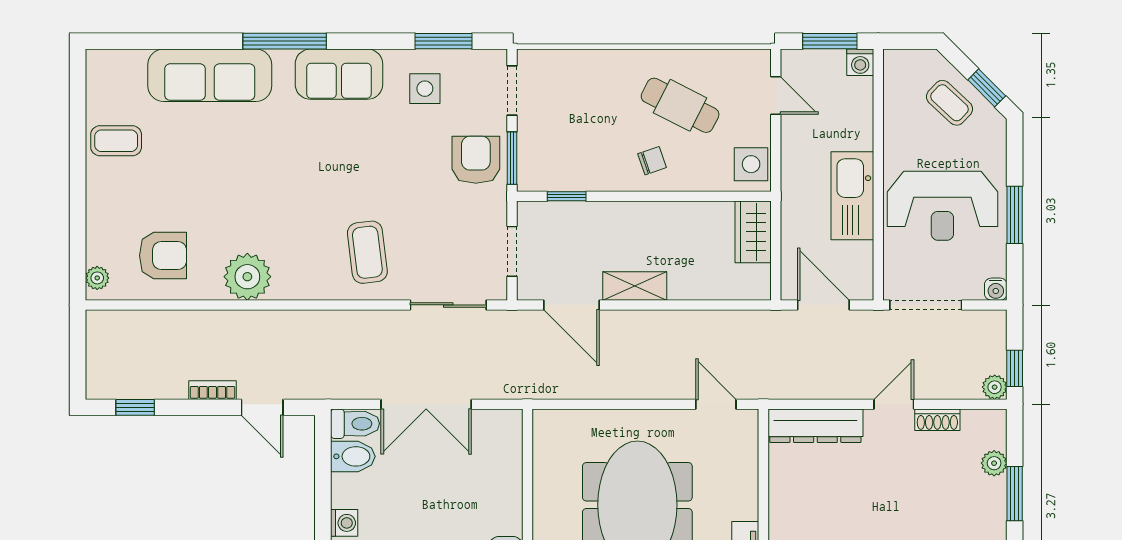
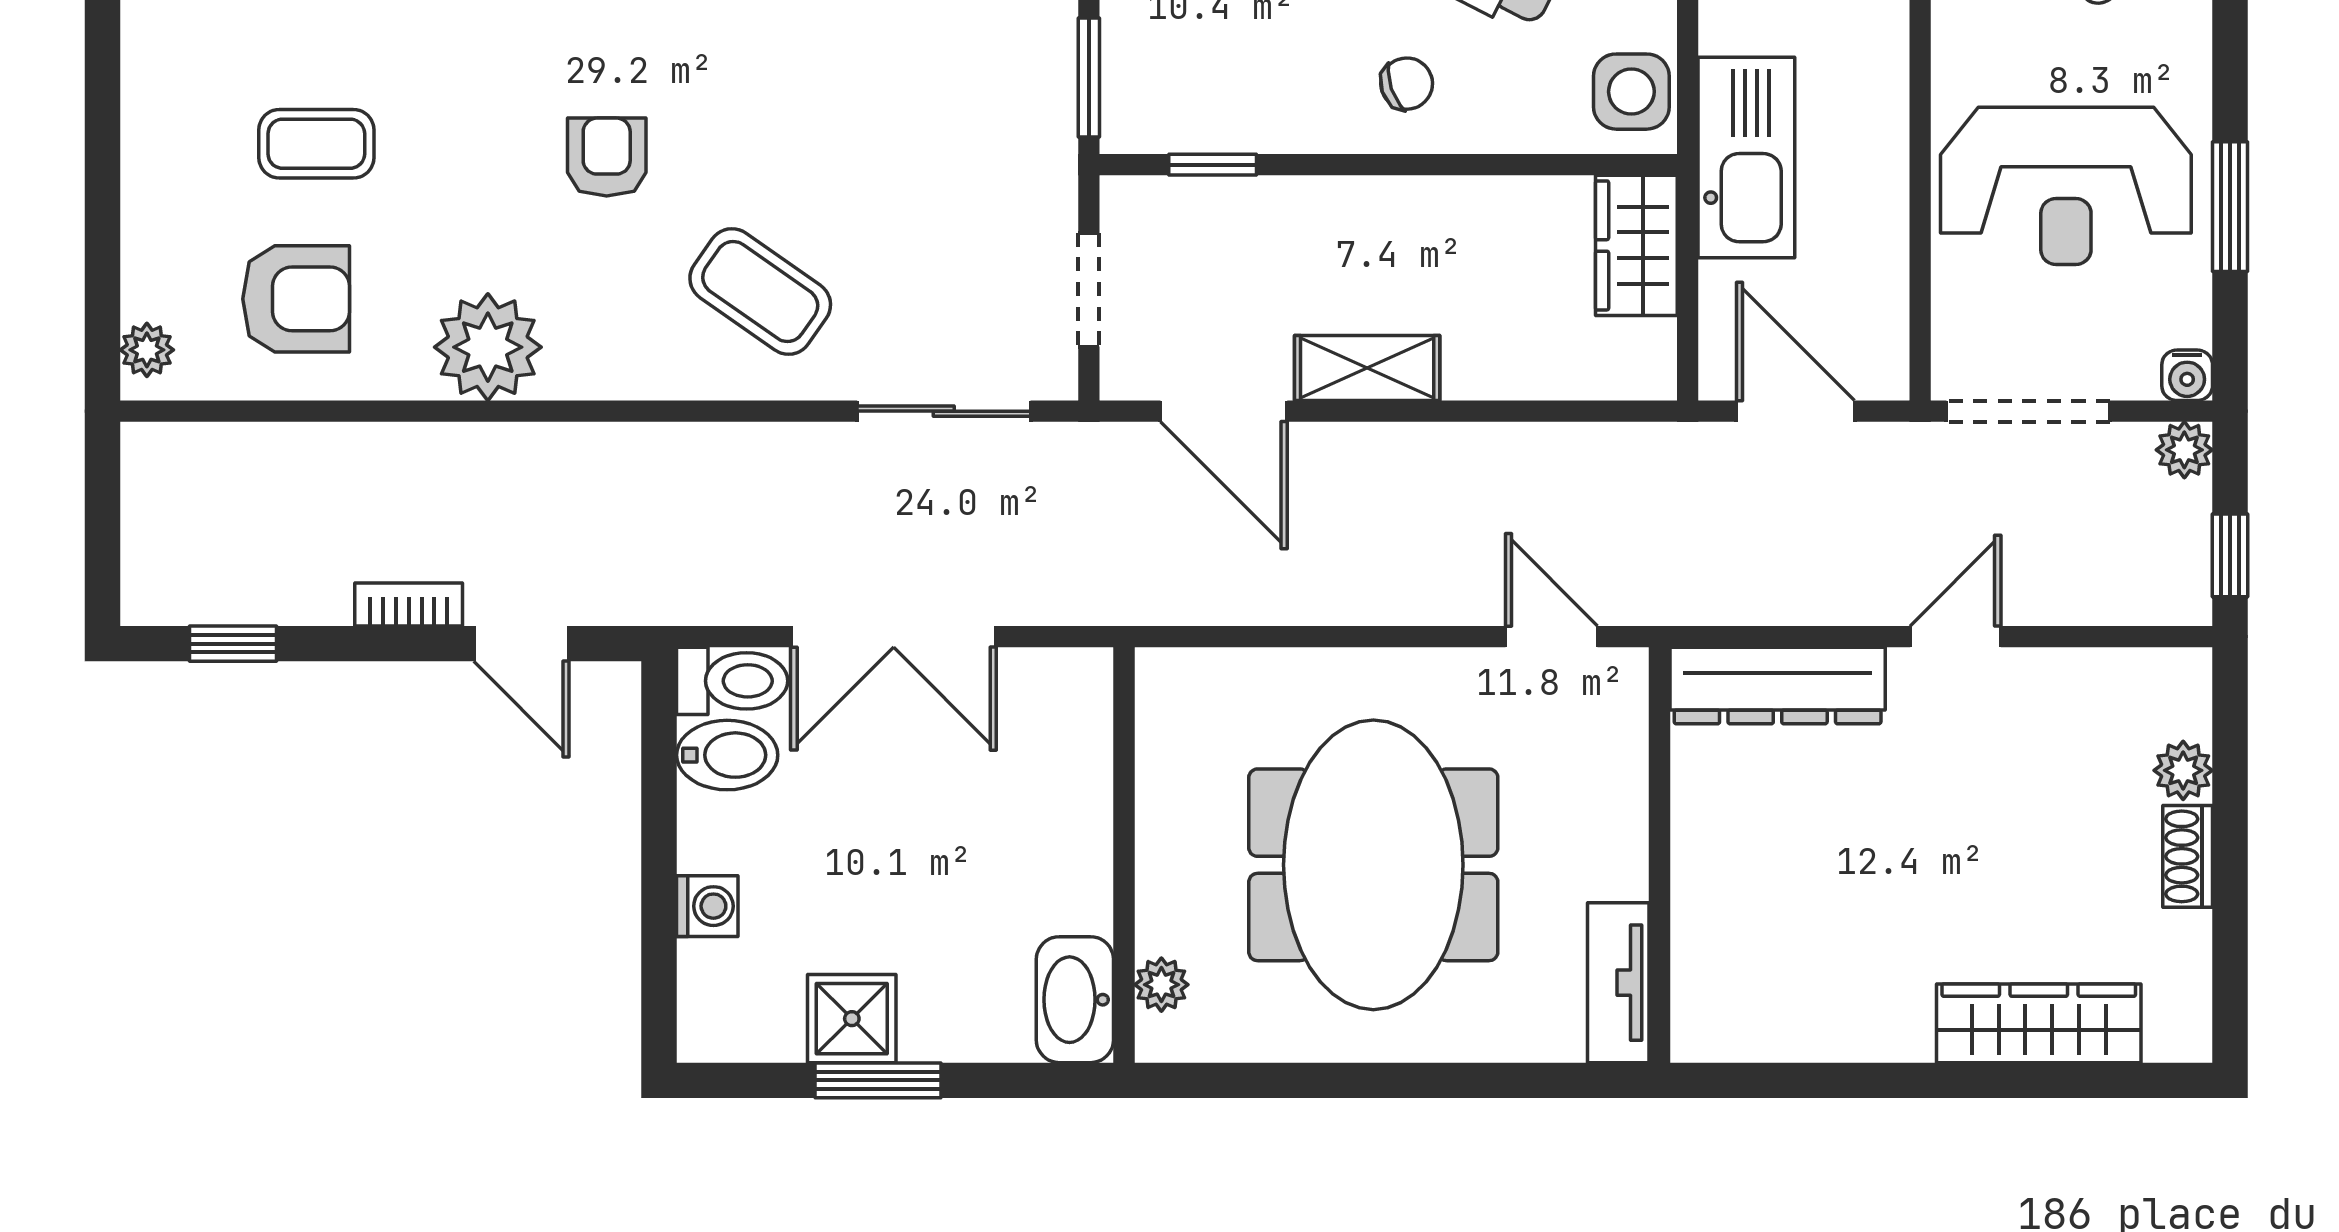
coffee table: (116, 141) -> (316, 144), moved
armchair: (476, 160) -> (607, 157), moved, width x0.72, depth x0.72
kitchen sink: (852, 196) -> (1746, 157), moved, turned 180
coffee table: (367, 252) -> (760, 291), turned -48
plant: (995, 387) -> (2184, 450), moved
shoe rack: (937, 420) -> (2188, 856), moved, turned 90
window: (1015, 494) -> (2230, 840), removed

